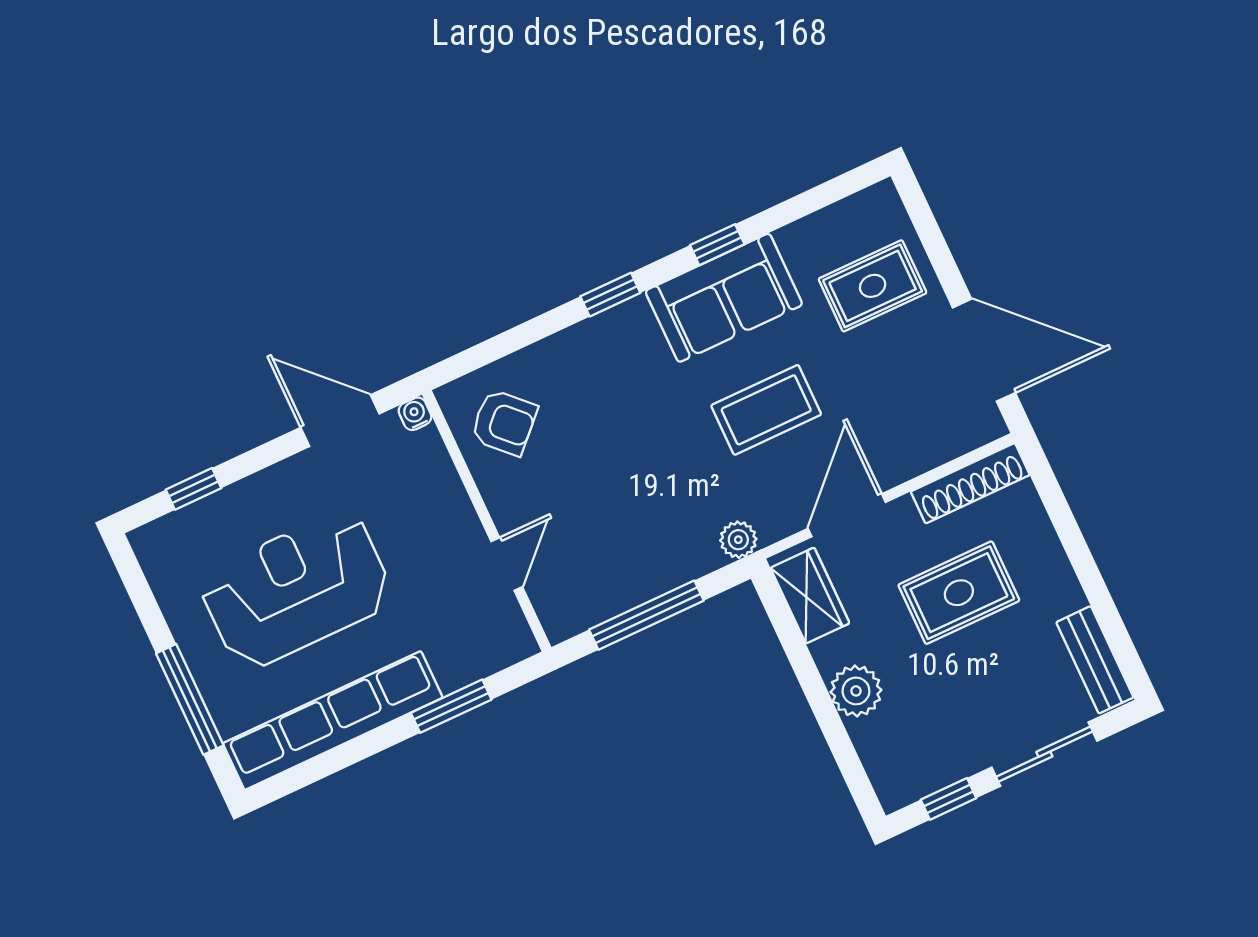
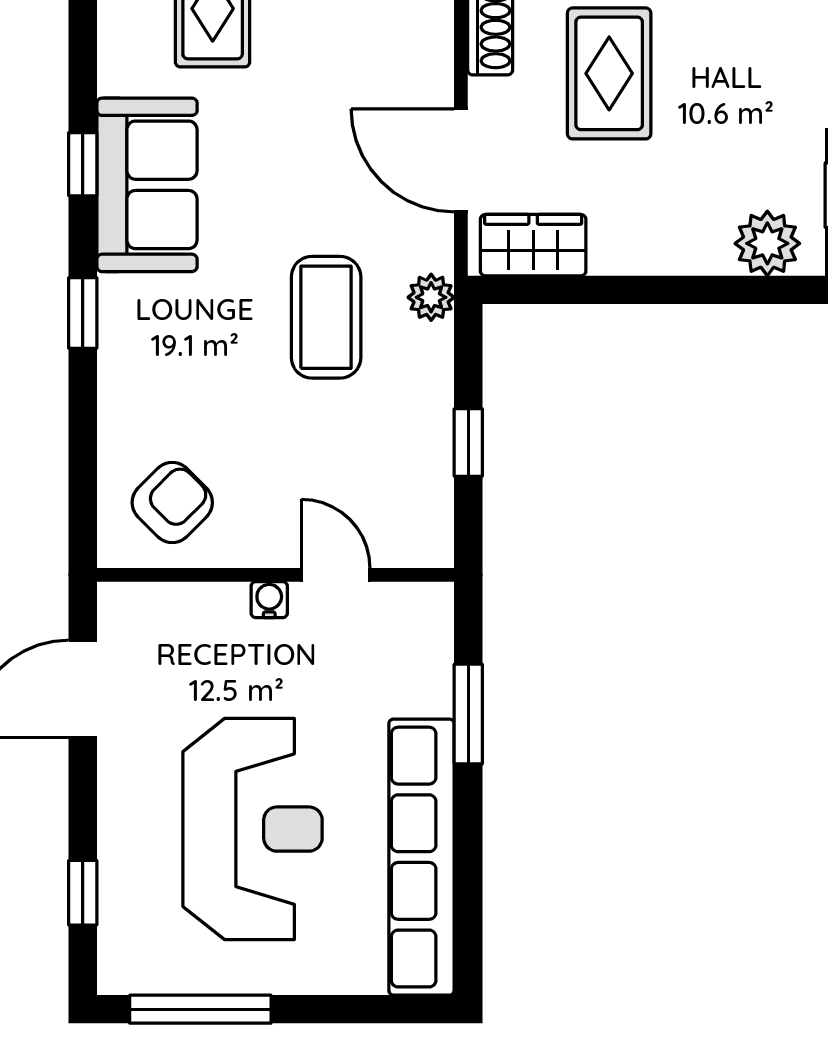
coffee table: (766, 410) -> (326, 317), moved
water cooler: (415, 414) -> (269, 600), moved, turned 90
reception desk: (296, 590) -> (253, 829), turned 180
window: (646, 615) -> (468, 442), width x0.46
plant: (856, 691) -> (767, 243), moved
window: (190, 699) -> (200, 1009), moved

